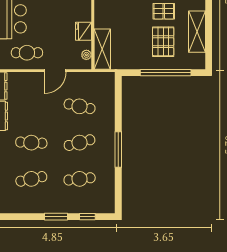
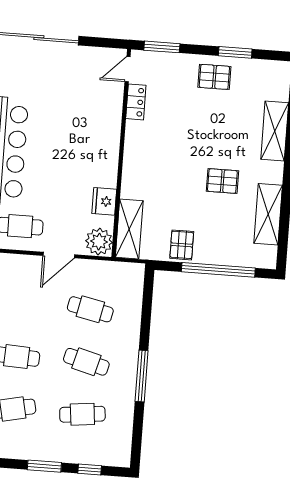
pallet: (163, 42) -> (182, 245), moved, width x0.67, depth x0.71
plant: (86, 55) -> (99, 242), width x1.88, depth x1.88
cafe table: (80, 143) -> (86, 362), turned 30

